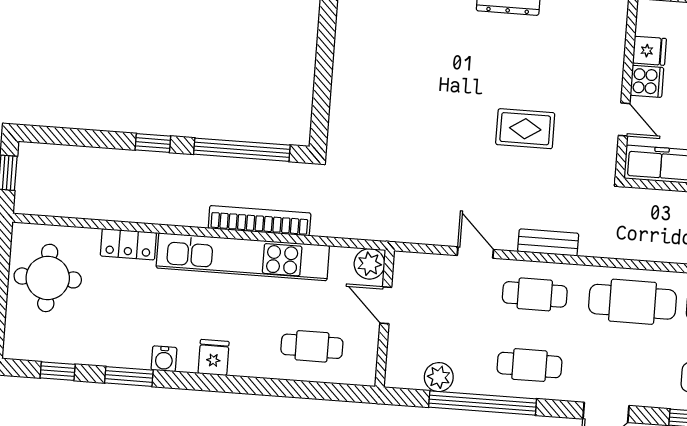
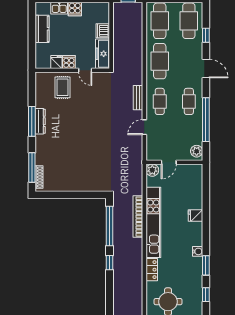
door: (624, 119) -> (85, 70), swing flipped
rug: (525, 129) -> (62, 87), moved
cafe table: (312, 346) -> (188, 191), removed
fridge: (214, 357) -> (195, 216), moved
plant: (439, 377) -> (197, 151), moved

